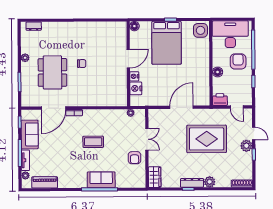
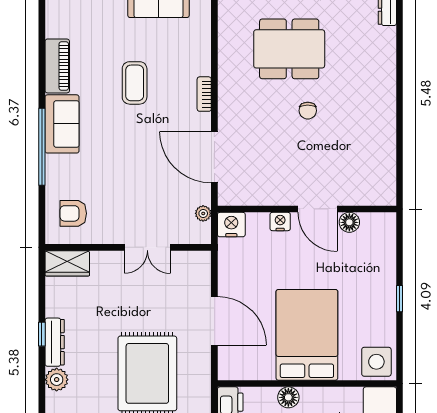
floor lamp: (134, 26) -> (349, 222), moved
bed: (167, 43) -> (307, 335), moved, turned 90
nightstand: (136, 88) -> (231, 225), moved
door: (53, 108) -> (214, 157), moved
coffee table: (93, 142) -> (135, 83), moved
armchair: (135, 158) -> (73, 213), moved
sofa: (101, 180) -> (62, 124), moved
piano: (45, 182) -> (57, 66), moved

